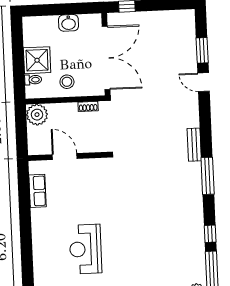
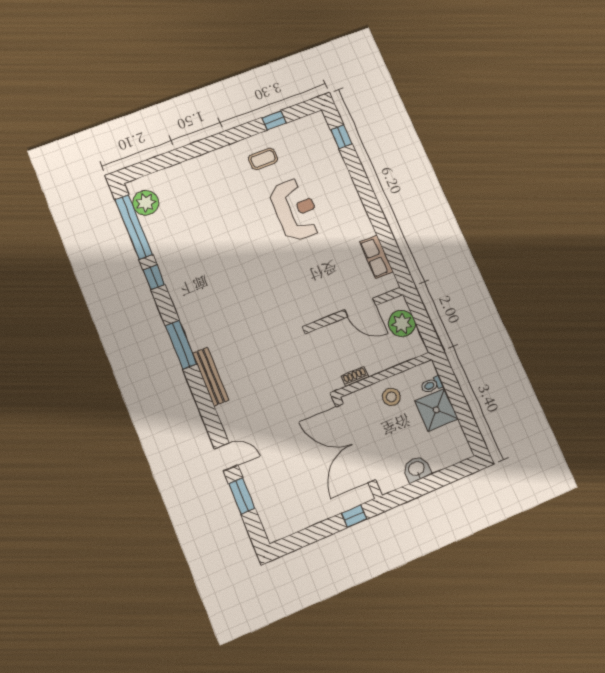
plant: (37, 115) -> (402, 323), moved
bench: (194, 145) -> (211, 376), width x1.36

